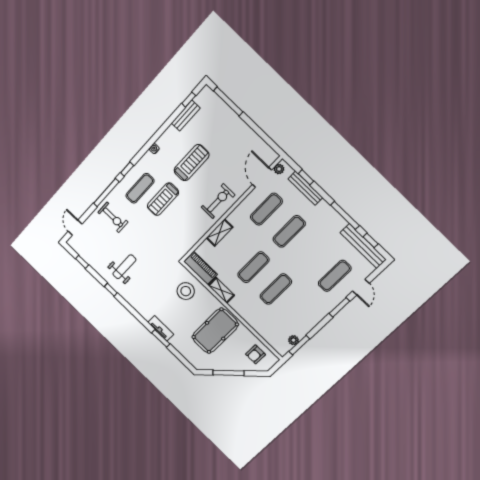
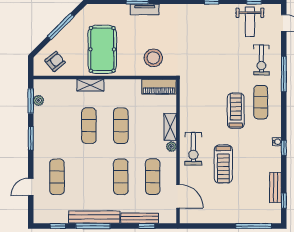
treadmill: (192, 163) -> (223, 164), moved
window: (127, 169) -> (284, 148), moved
plant: (279, 169) -> (171, 147), moved
exercise bike: (113, 217) -> (261, 60), turned -90
bench: (363, 246) -> (94, 217), moved
weight bench: (124, 267) -> (250, 22), moved
door: (361, 287) -> (31, 187), hinge flipped
shelving: (221, 290) -> (90, 85), moved
window: (339, 307) -> (31, 138), moved
armchair: (255, 354) -> (55, 61), turned 51

